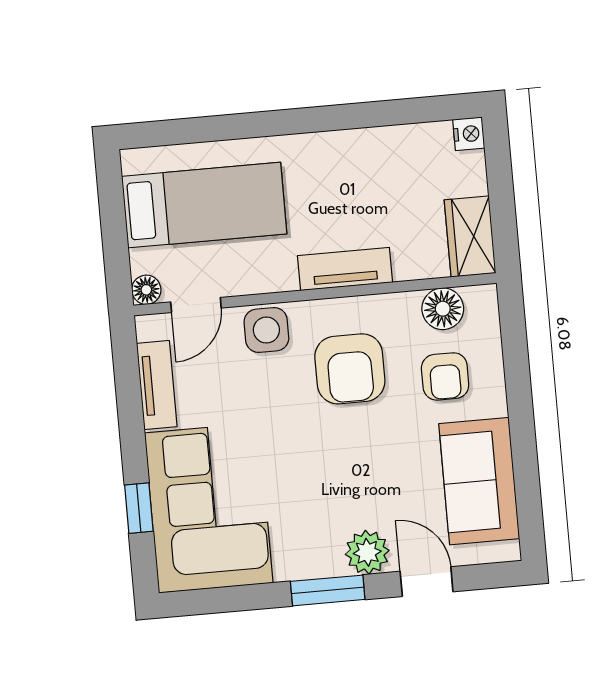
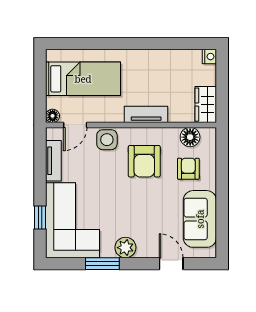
armchair: (445, 376) -> (188, 169), turned 180
plant: (367, 552) -> (125, 248), moved
window: (328, 590) -> (102, 264), moved

